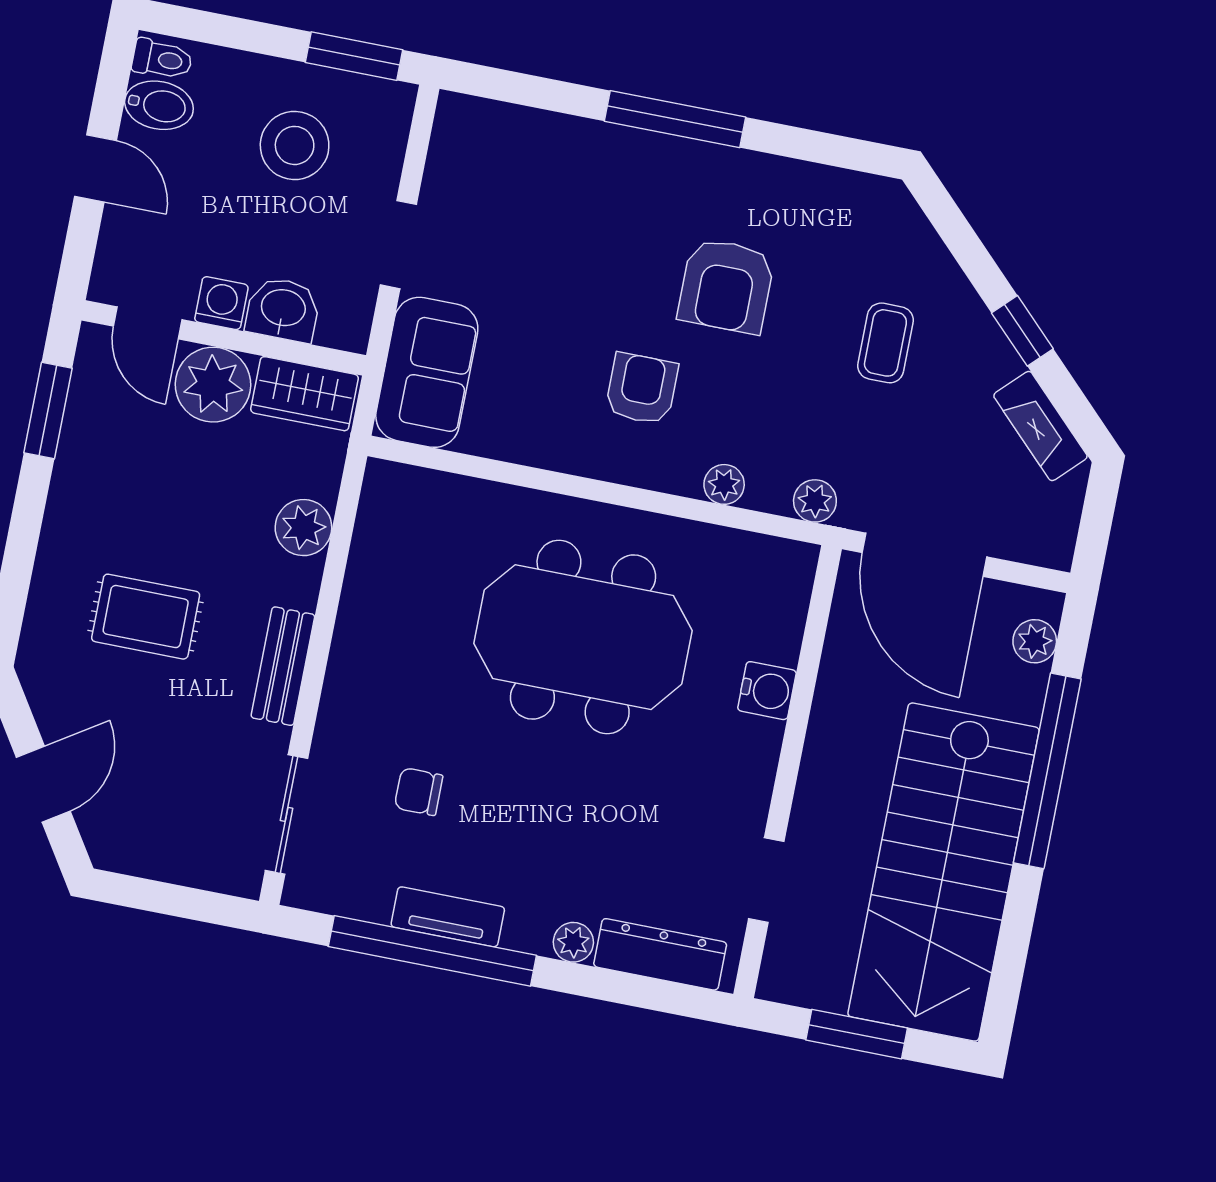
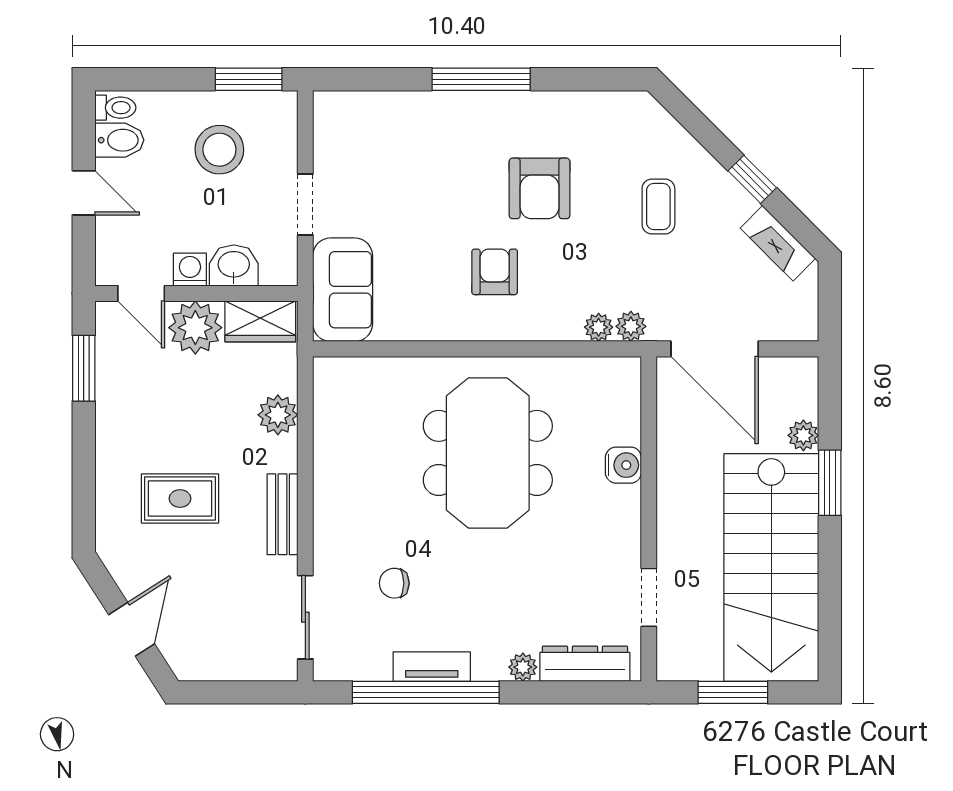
plant: (724, 484) -> (599, 327), moved
meeting table: (583, 637) -> (488, 453), turned 90
plant: (1035, 641) -> (803, 435), moved
window: (1047, 771) -> (830, 483), width x0.47

